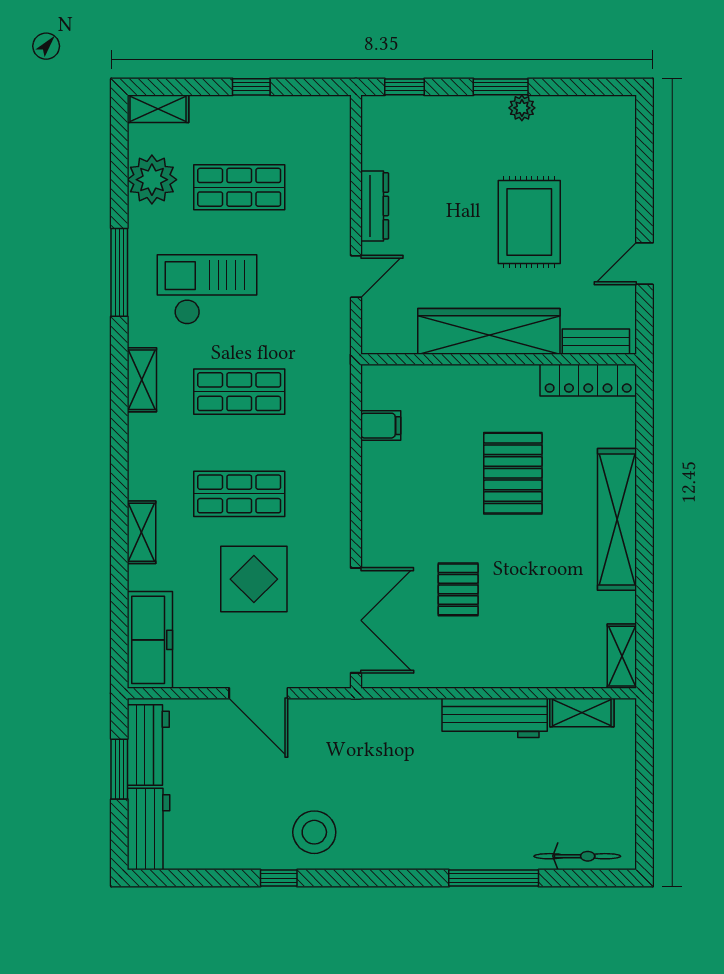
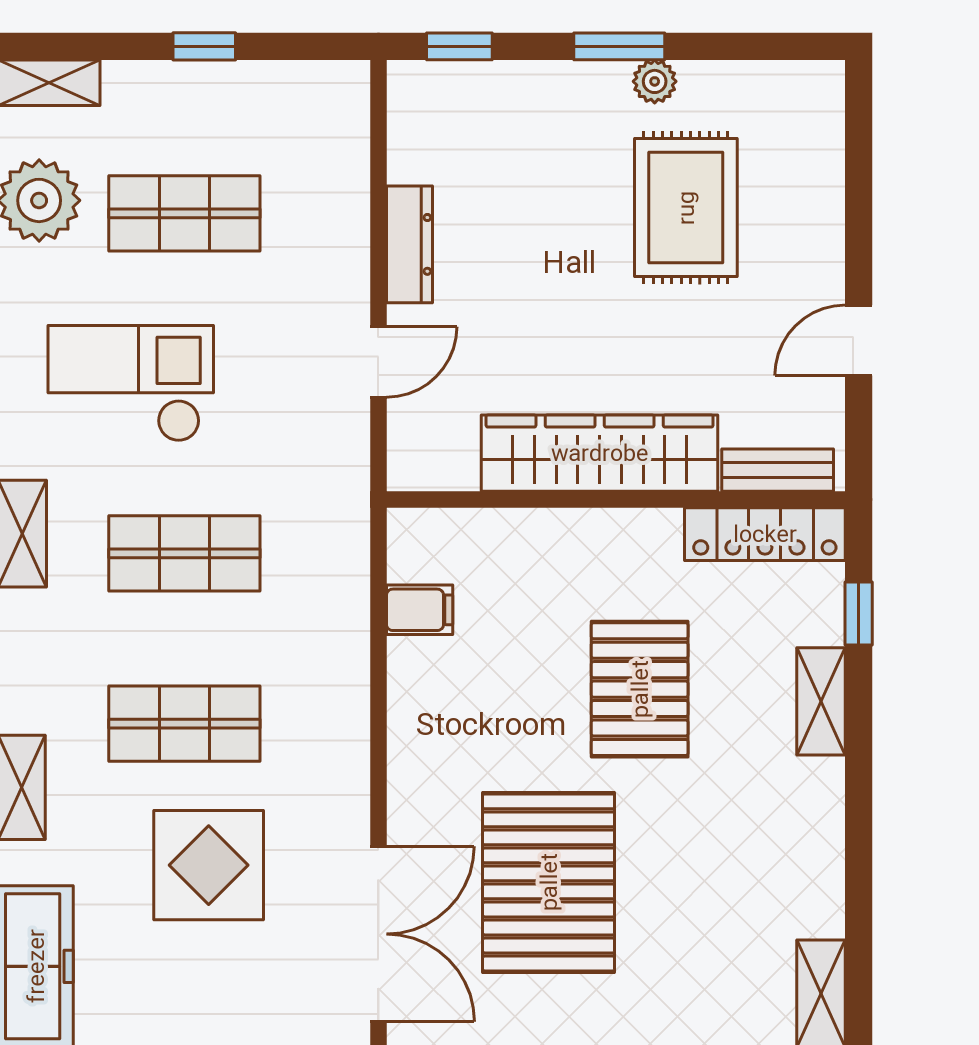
rug: (529, 222) -> (686, 208), moved
window: (645, 428) -> (859, 613), added
shelving: (617, 519) -> (821, 701), width x0.45, depth x0.75
pallet: (458, 589) -> (549, 882), width x2.05, depth x2.00

